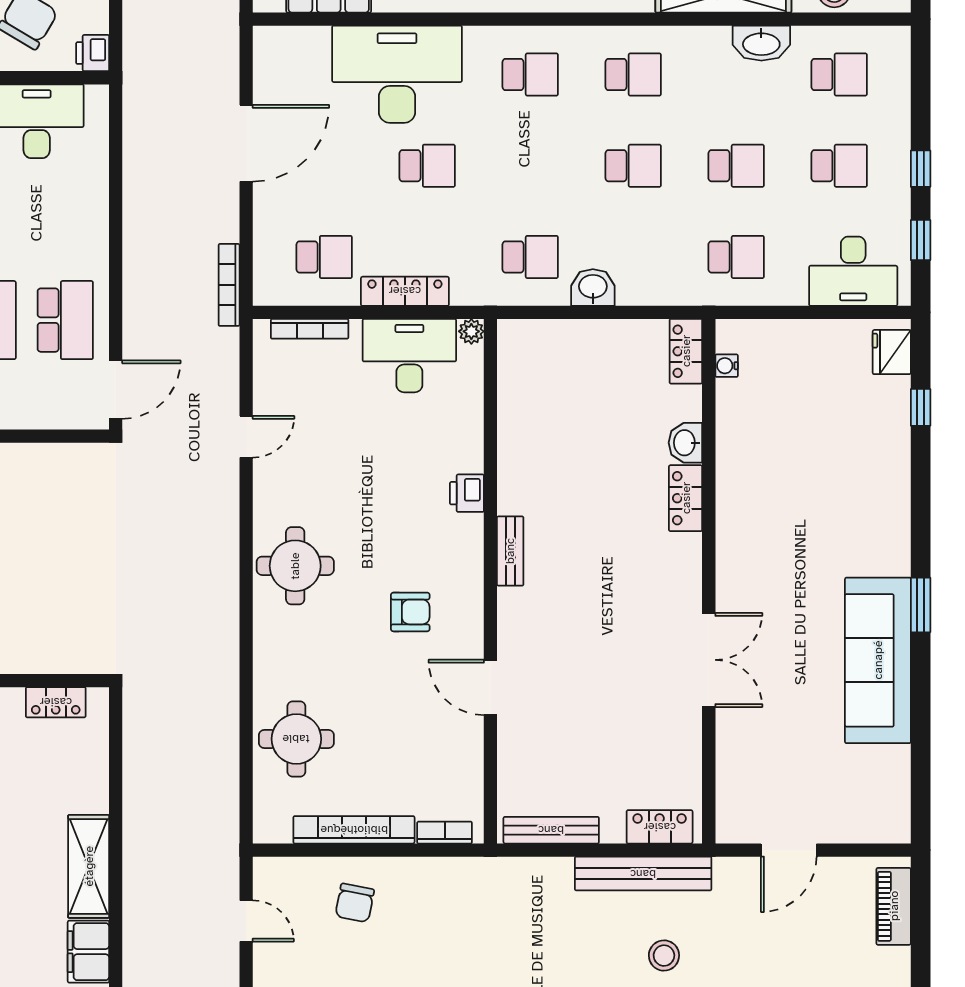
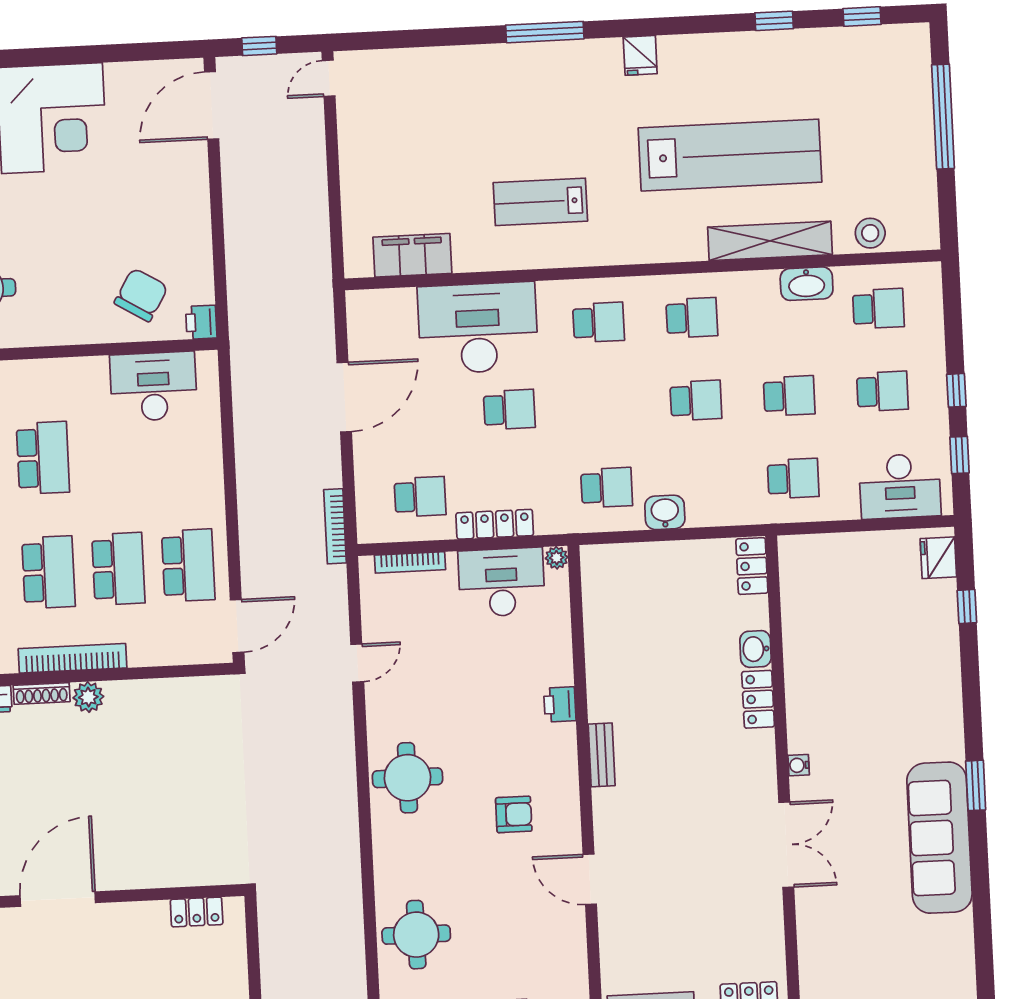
water cooler: (727, 366) -> (799, 765), moved

